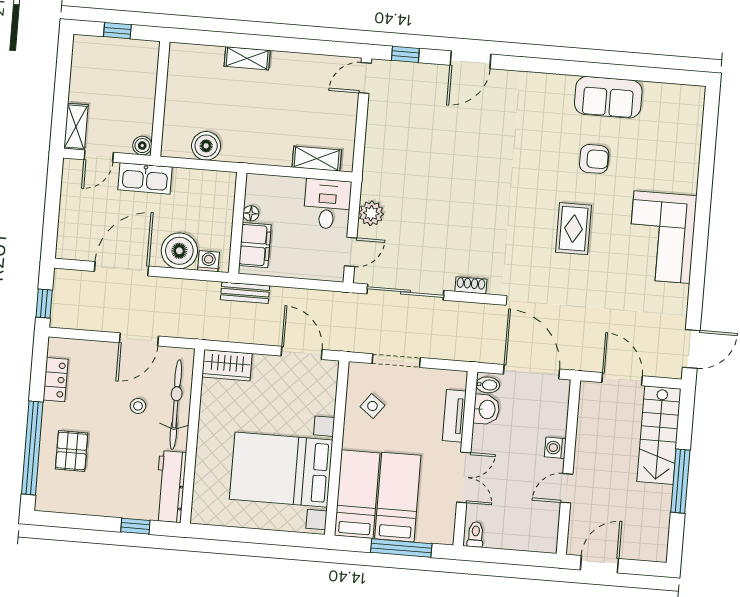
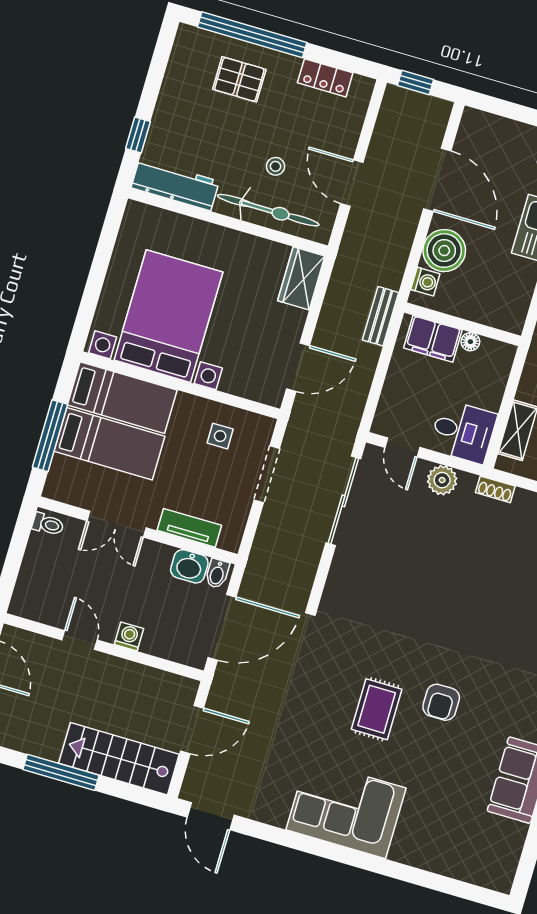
armchair: (594, 159) -> (441, 702), moved
rug: (574, 229) -> (377, 709), turned 90
shoe rack: (471, 285) -> (495, 489), moved, turned 90
side table: (372, 406) -> (220, 436), turned -37

